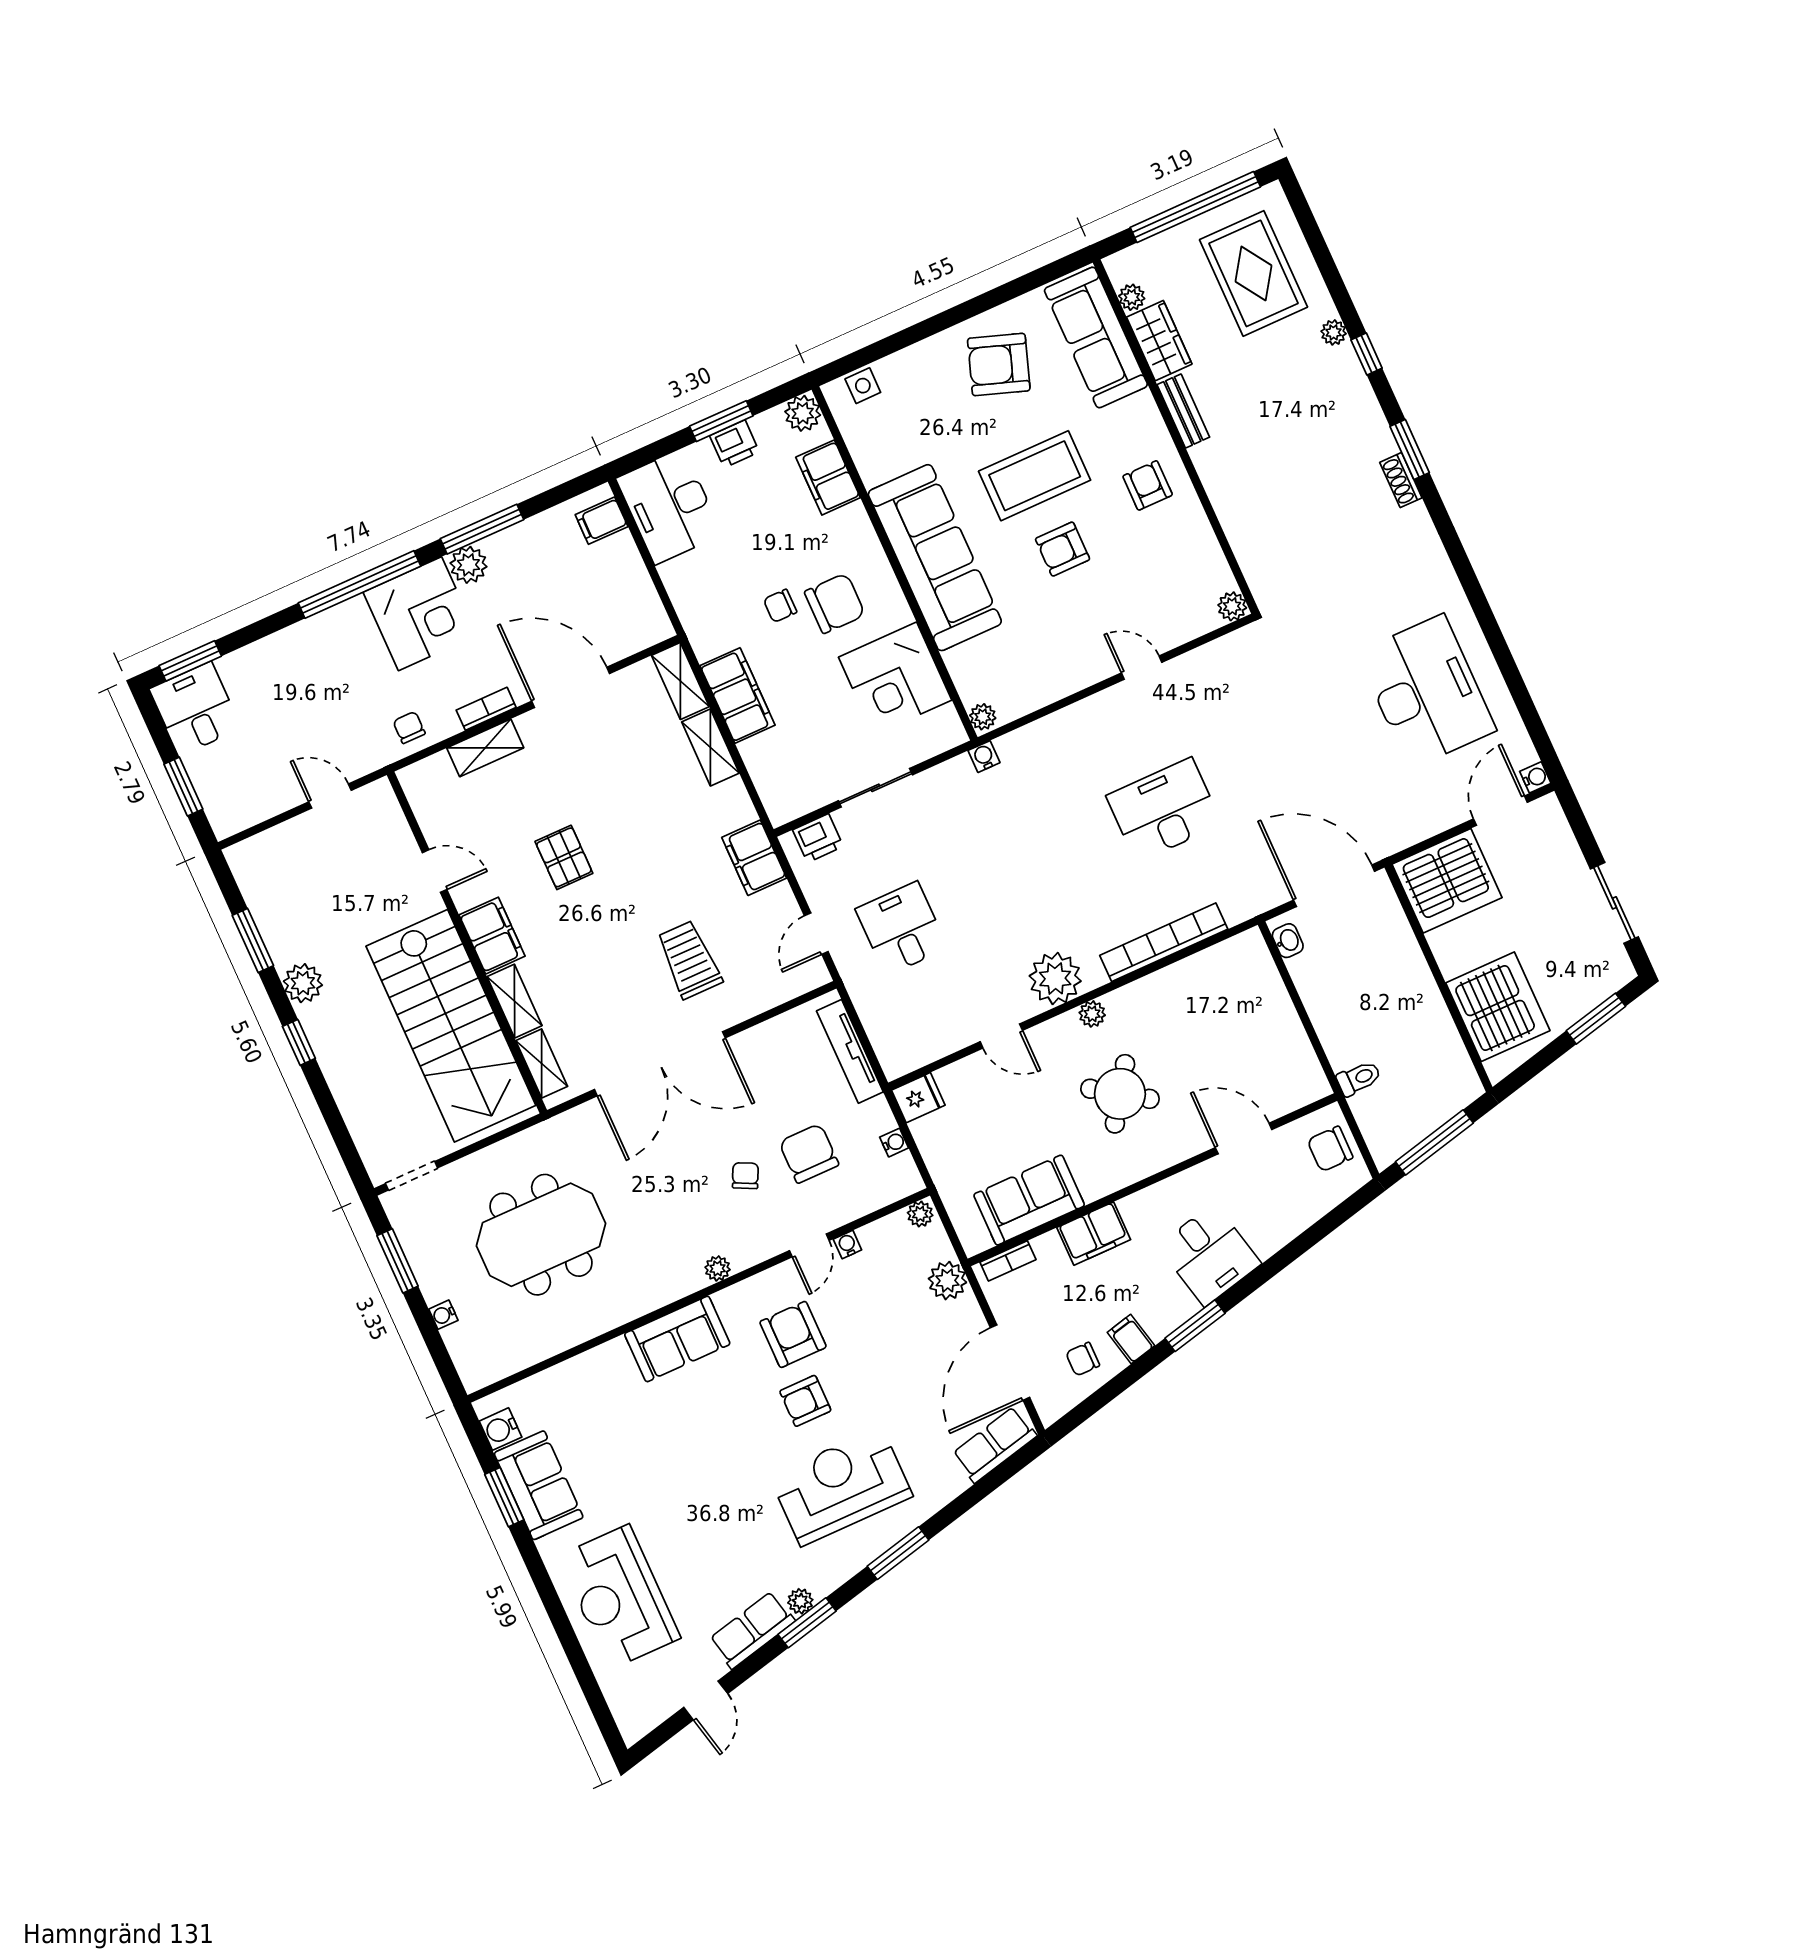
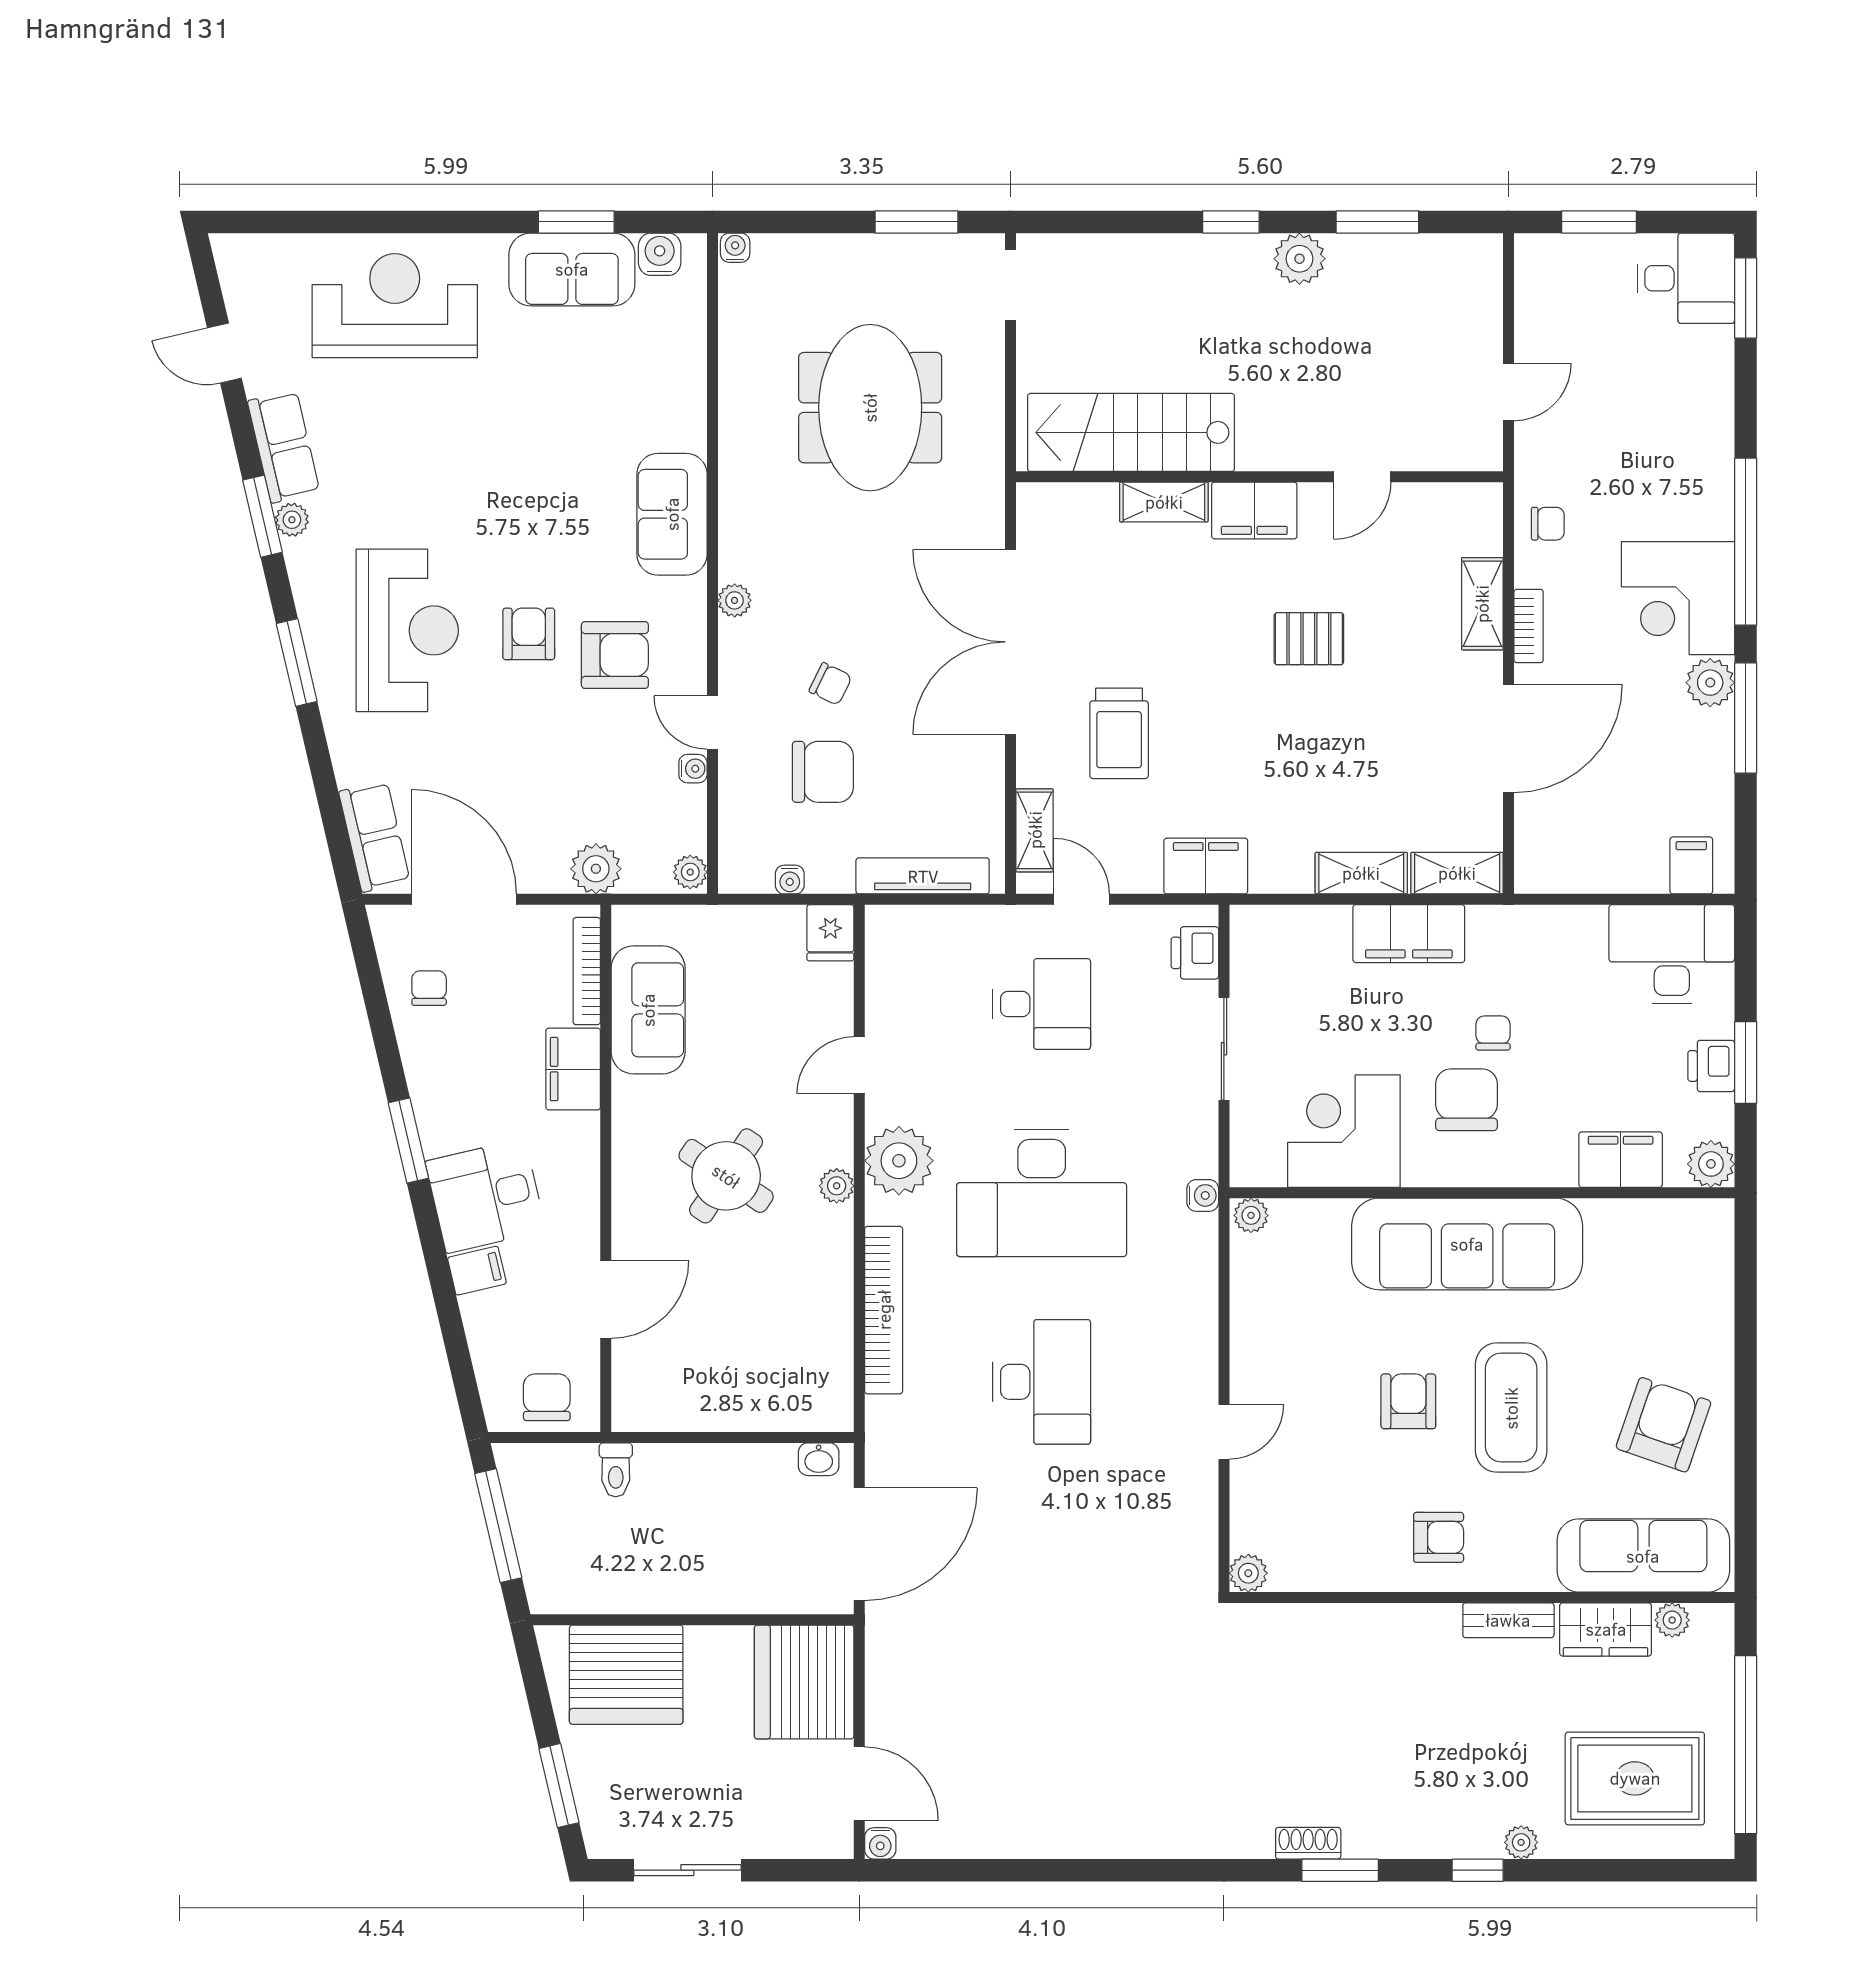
side table: (863, 386) -> (1712, 1251), removed
chair: (835, 603) -> (1467, 1100), turned 180
desk: (1427, 691) -> (1042, 1193), moved
trolley: (689, 960) -> (1119, 733), turned 90
stairs: (451, 1026) -> (1131, 432), width x0.73, depth x0.66
shelving: (542, 1064) -> (1035, 830), moved, turned 90
bookcase: (1008, 1261) -> (587, 971), width x1.56
water cooler: (443, 1315) -> (735, 248), moved
filing cabinet: (1131, 1339) -> (477, 1271), moved

